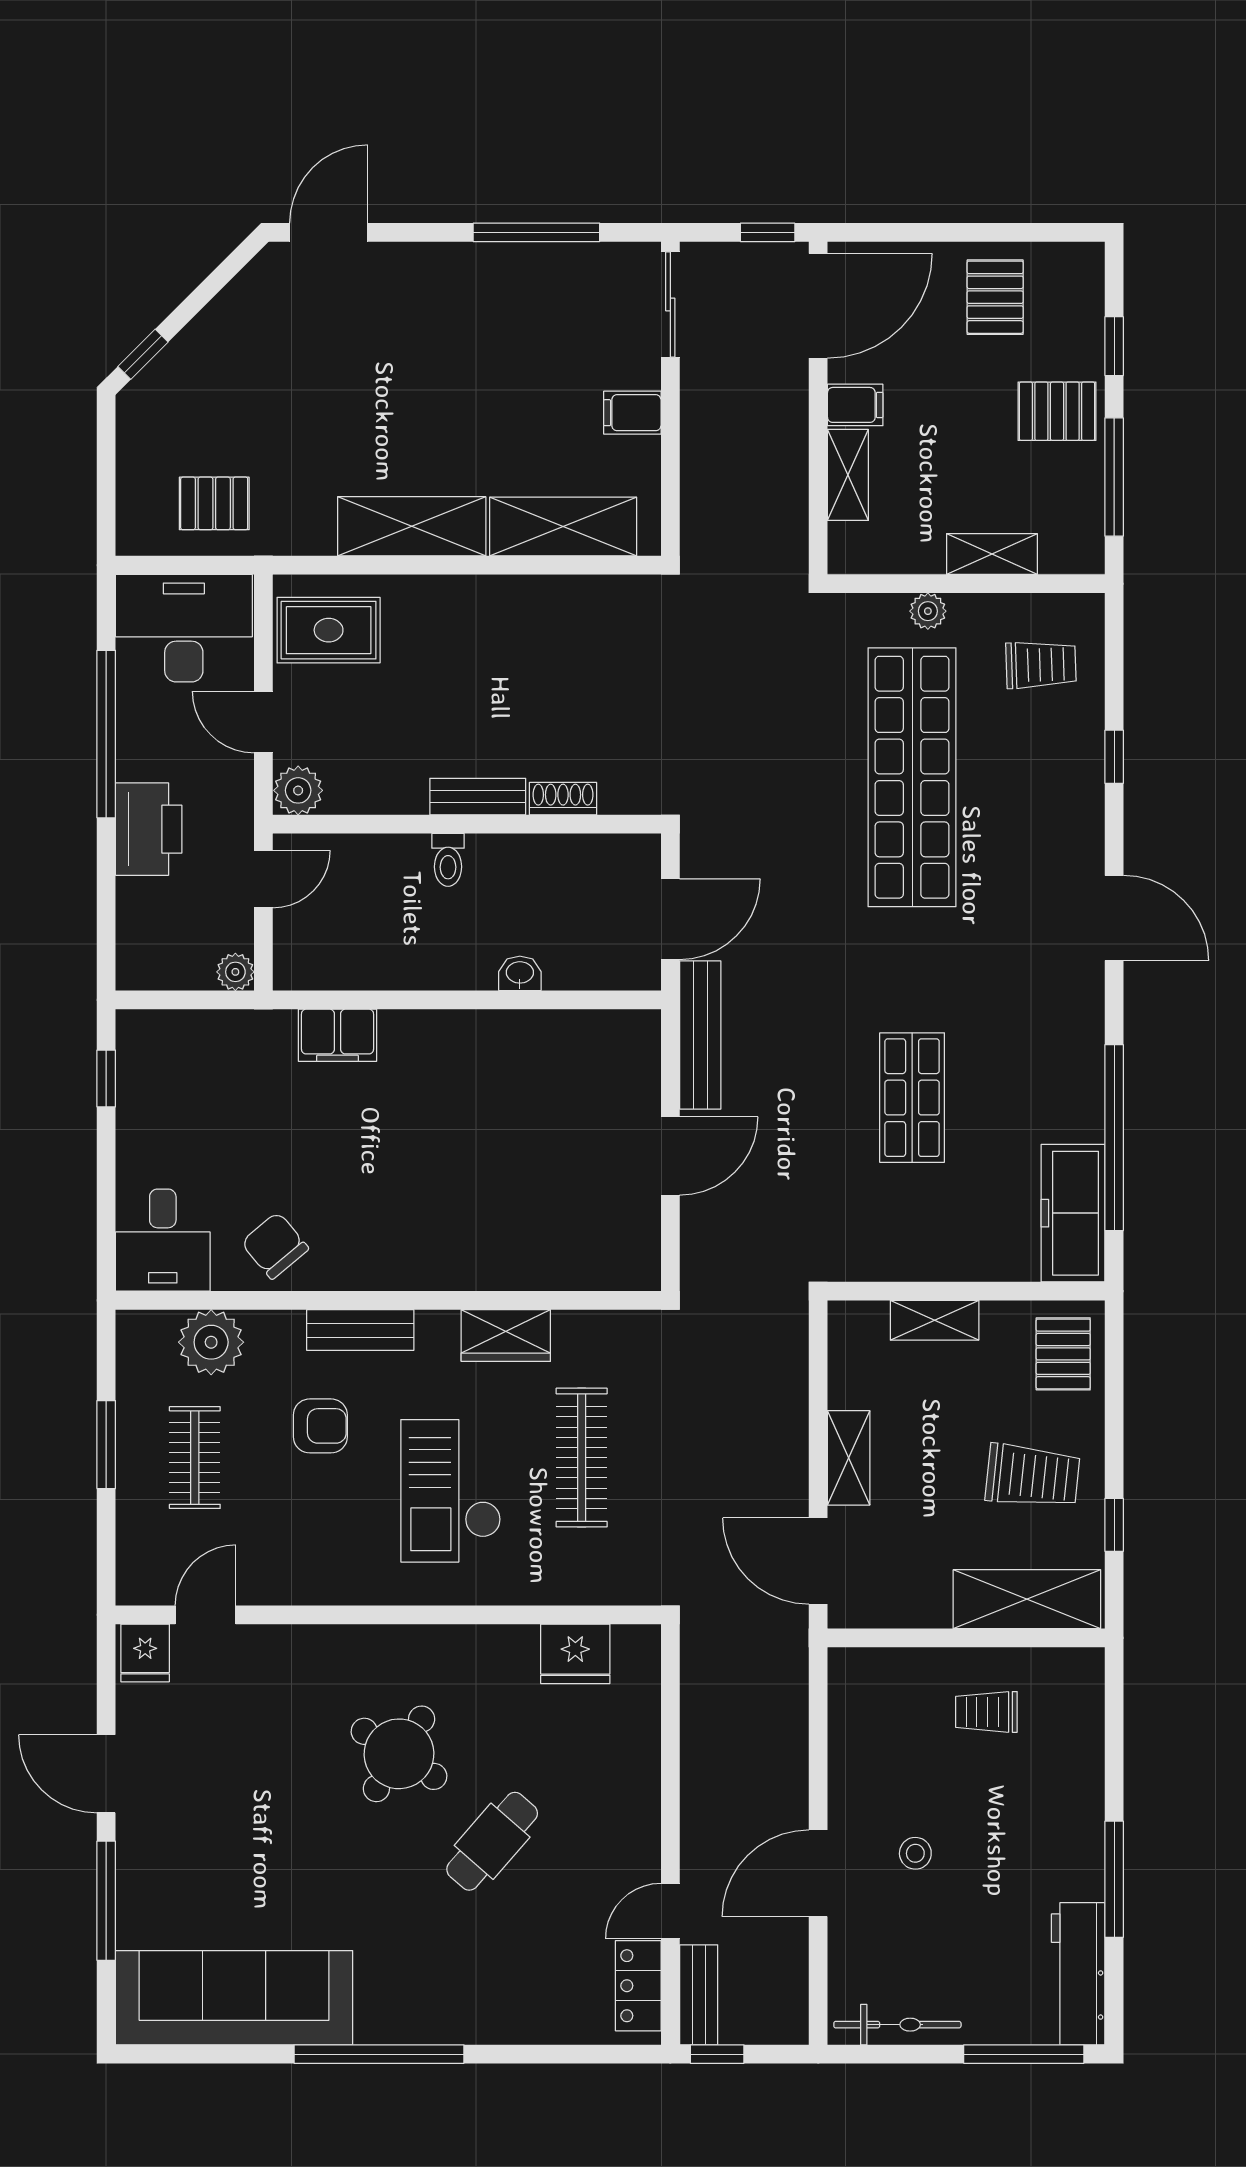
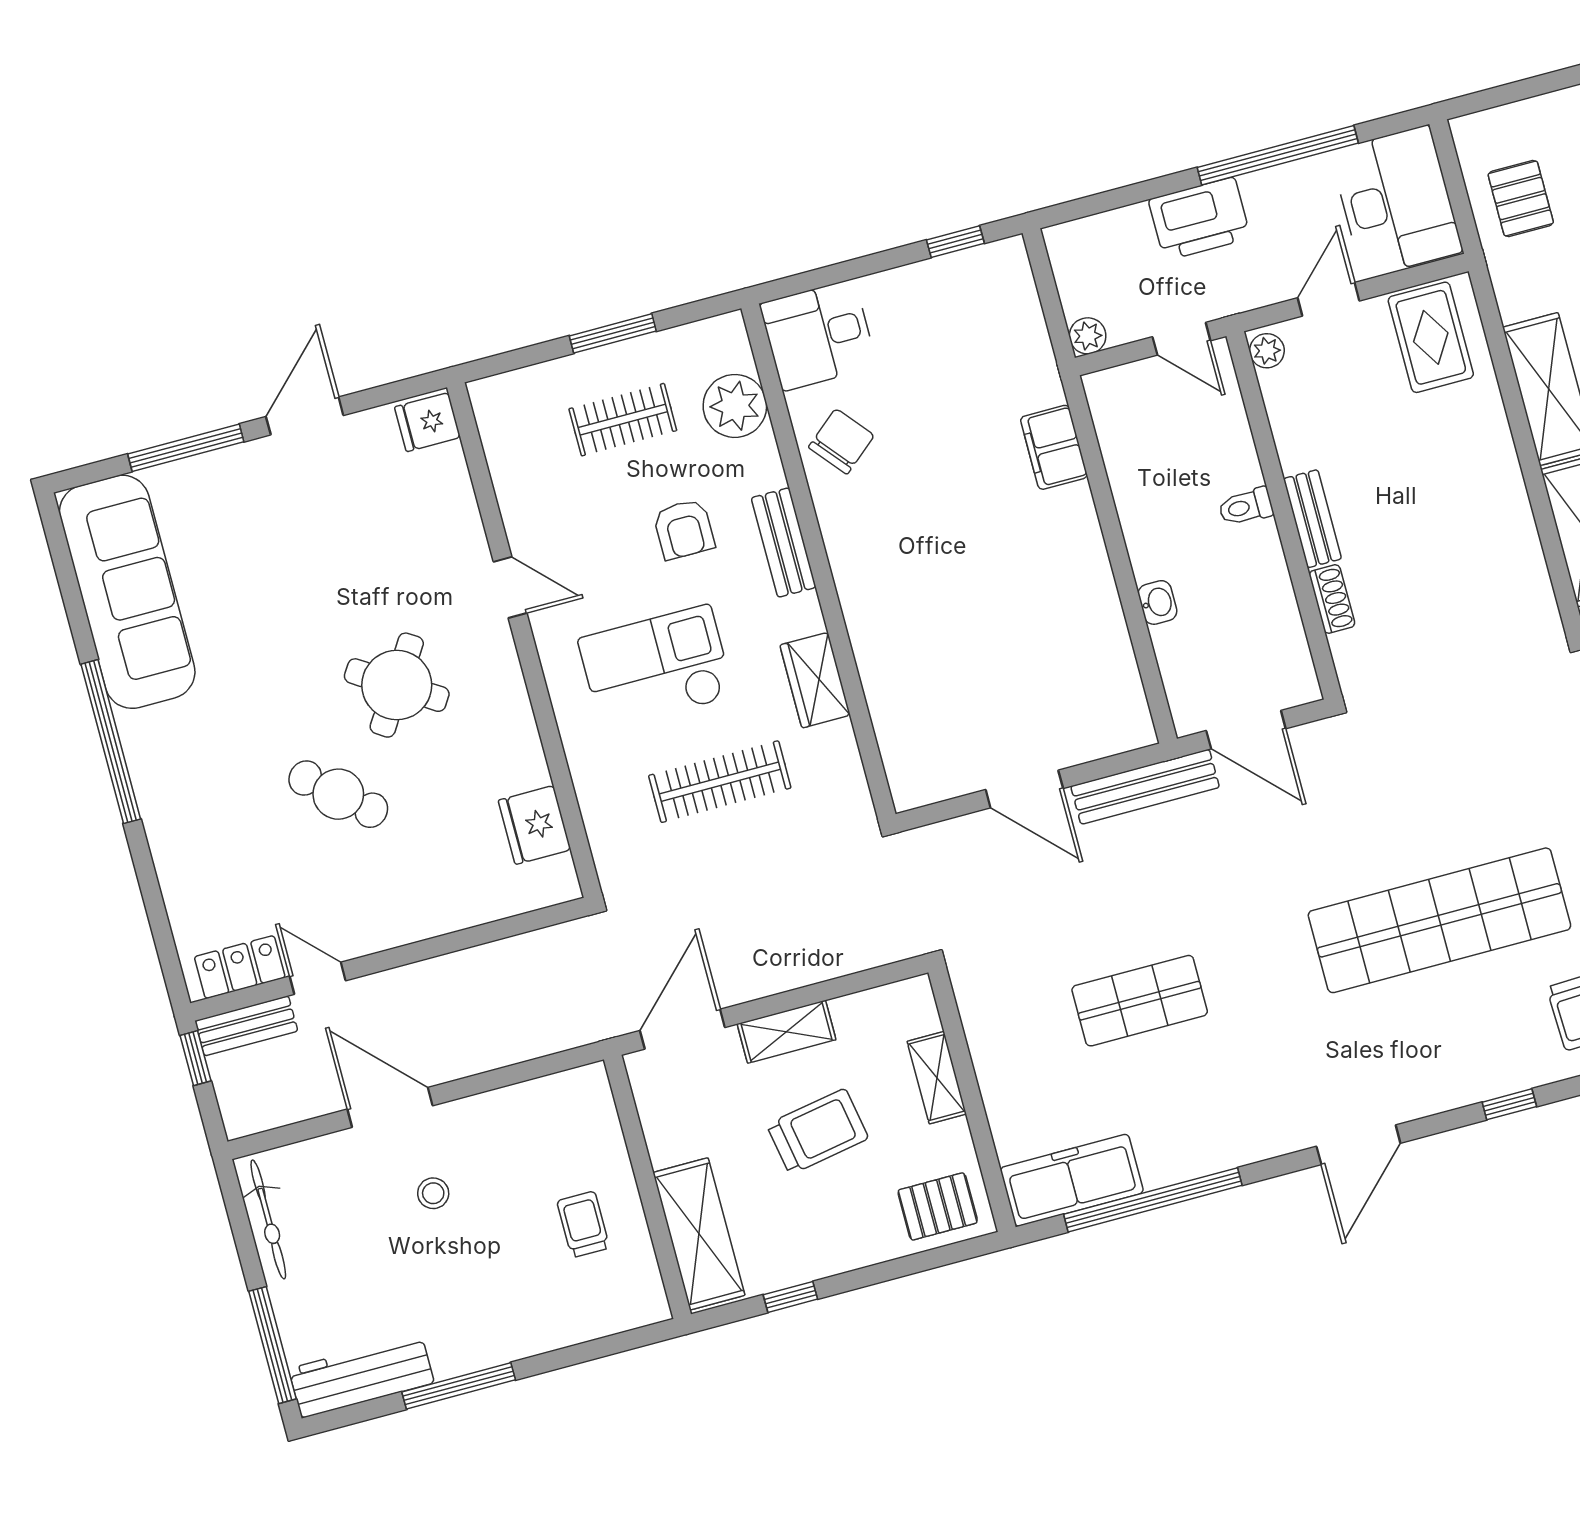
plant: (298, 790) -> (1267, 351), width x0.73, depth x0.73
trolley: (1033, 1476) -> (818, 1132), moved, turned -106
door: (206, 1615) -> (510, 587), moved

